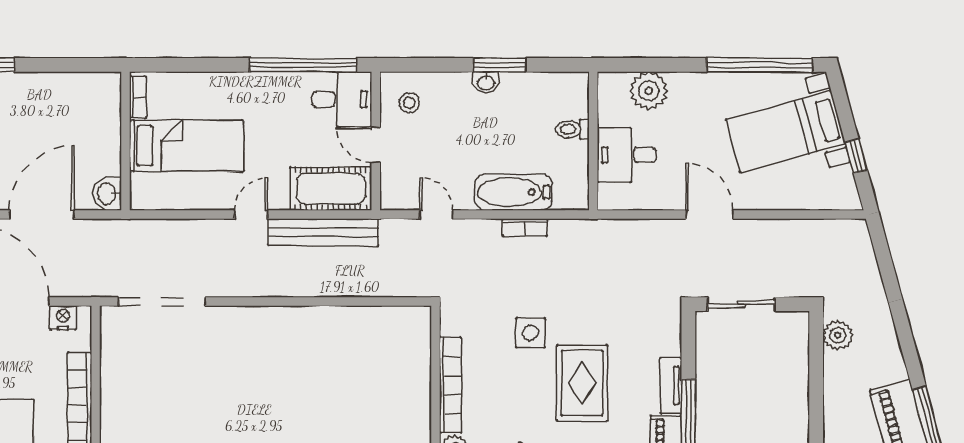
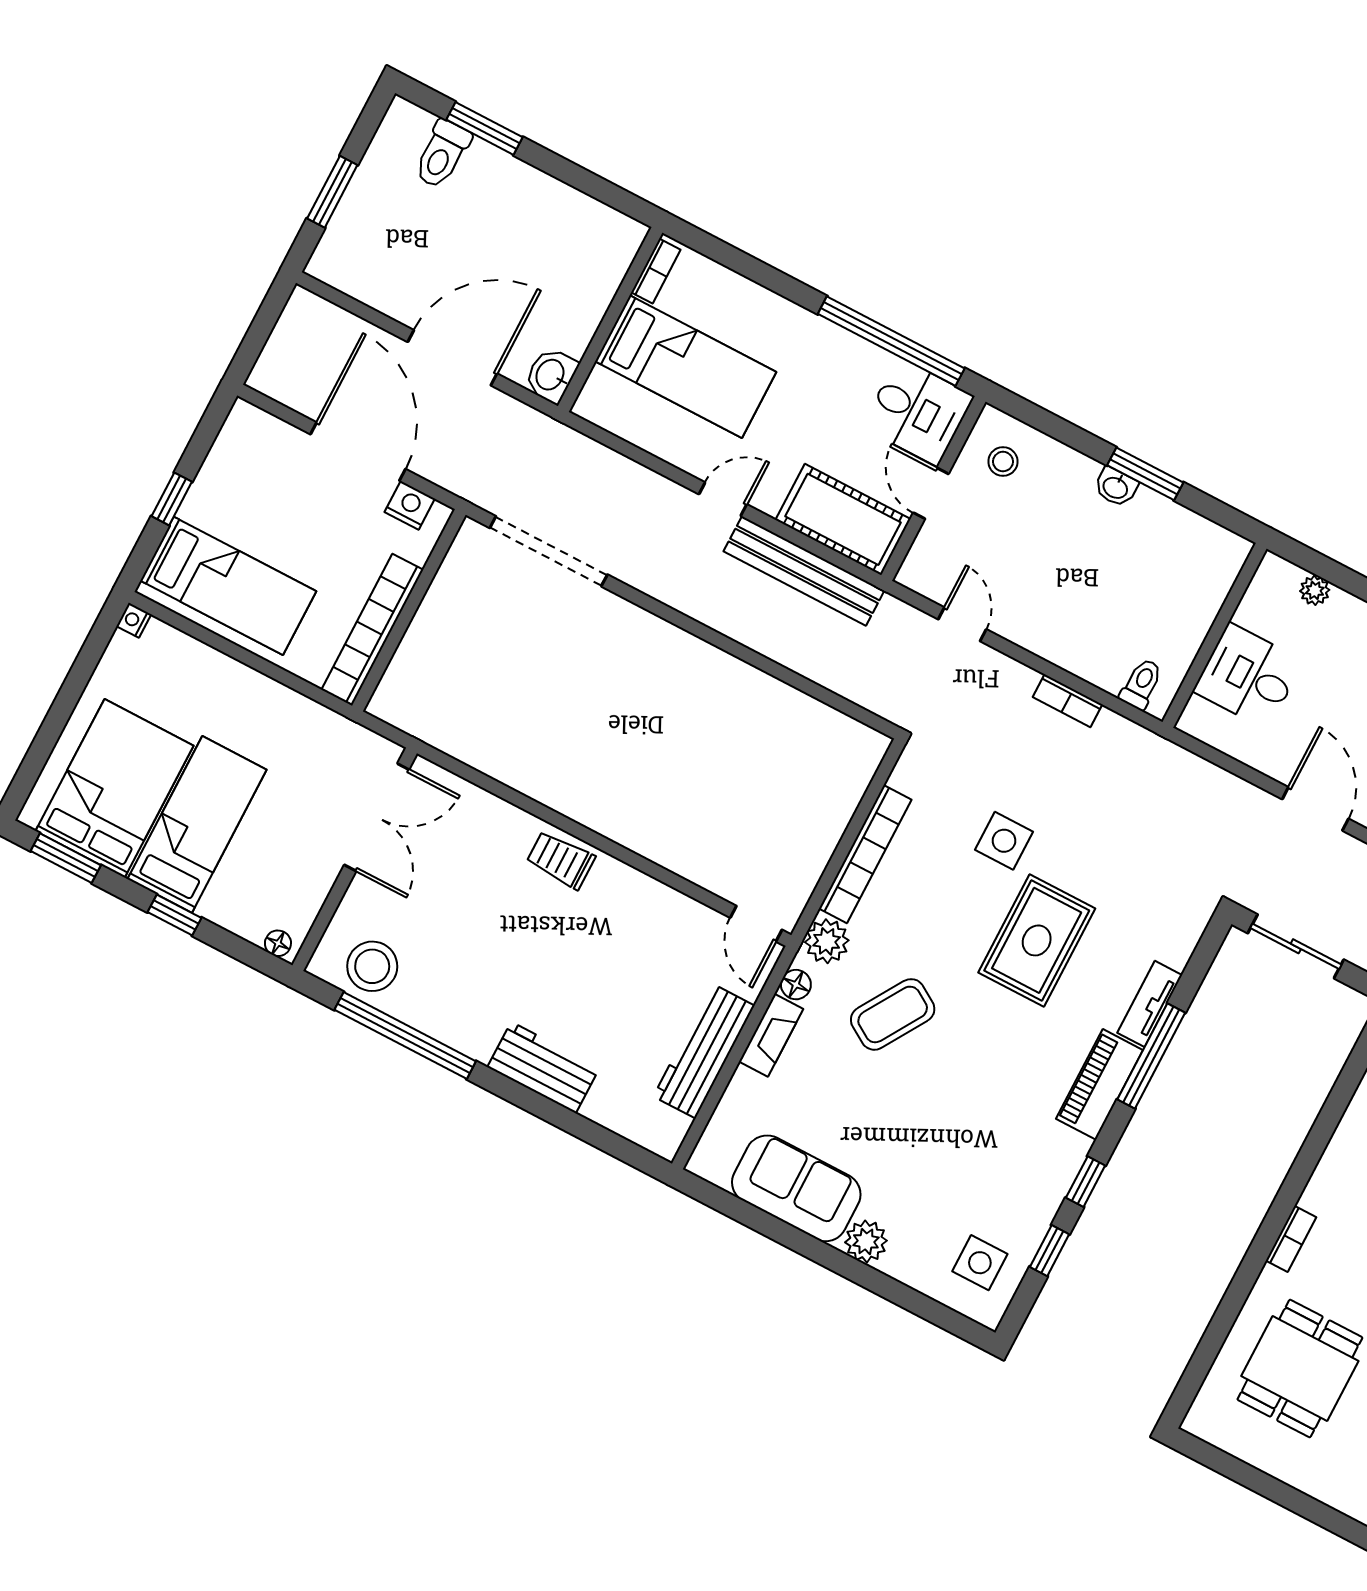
plant: (649, 91) -> (1315, 590), width x0.53, depth x0.53
toilet: (573, 129) -> (1141, 684), moved, turned 90
bathtub: (513, 192) -> (1077, 647), removed

